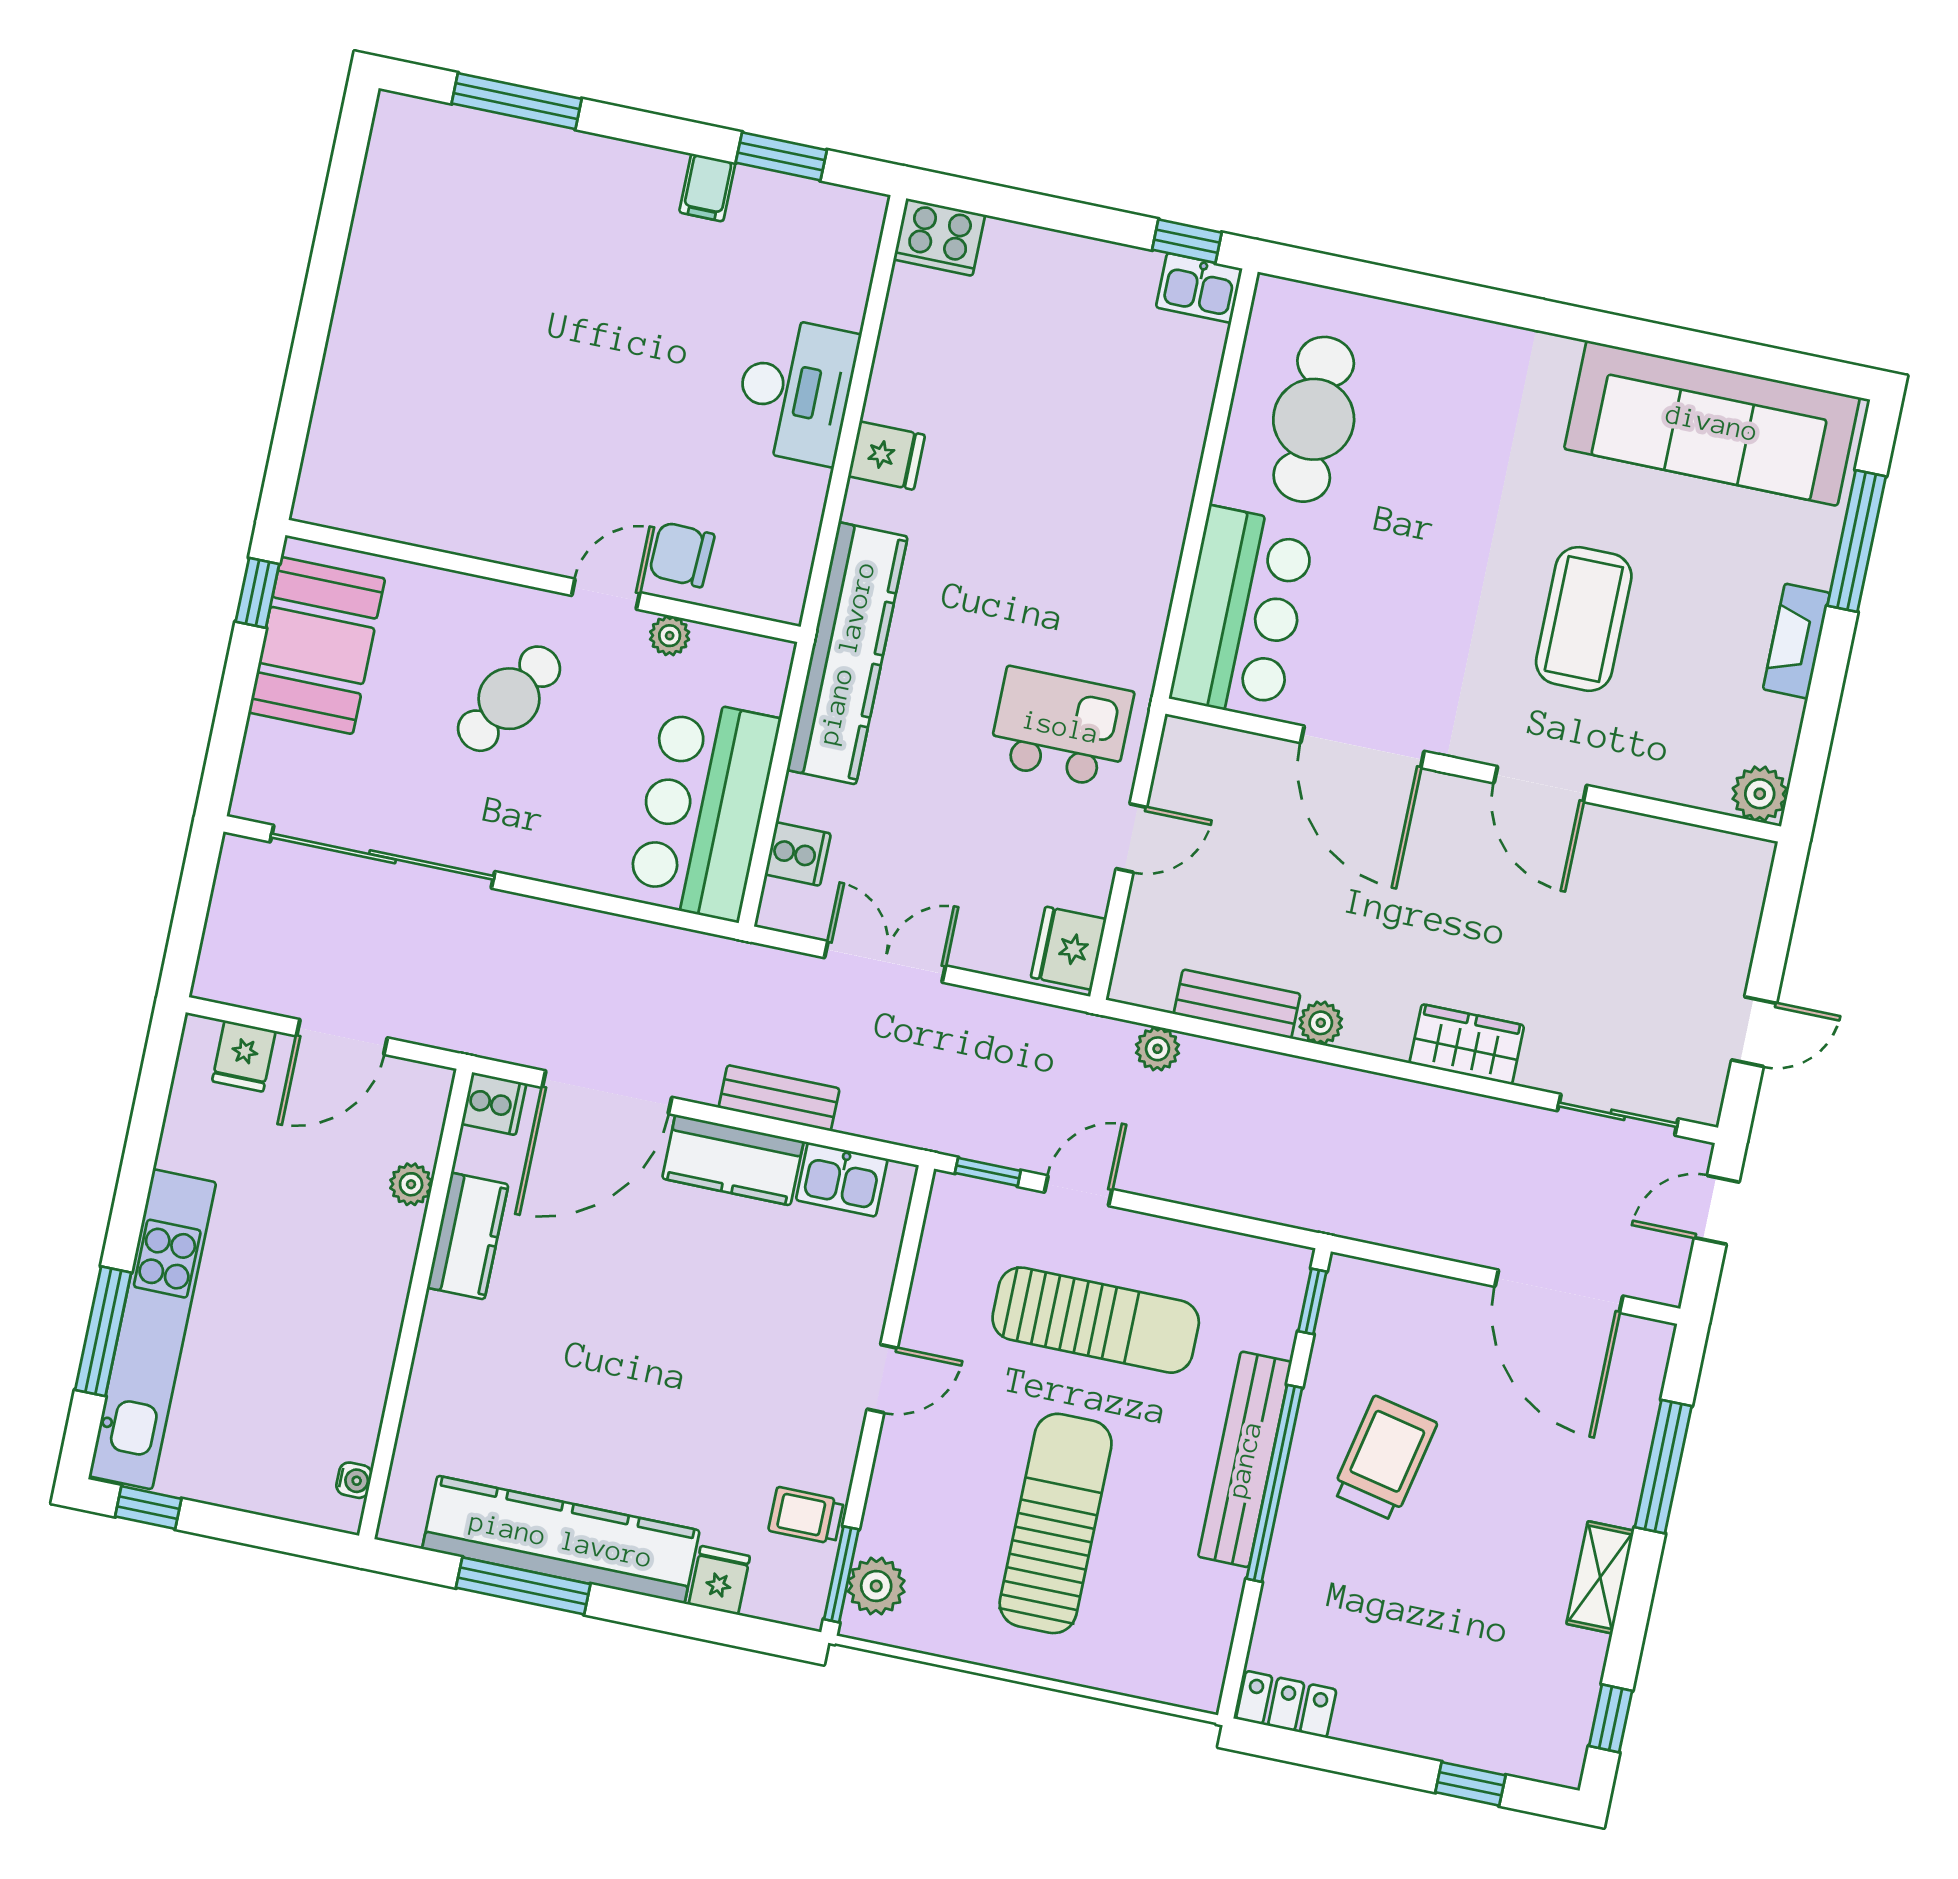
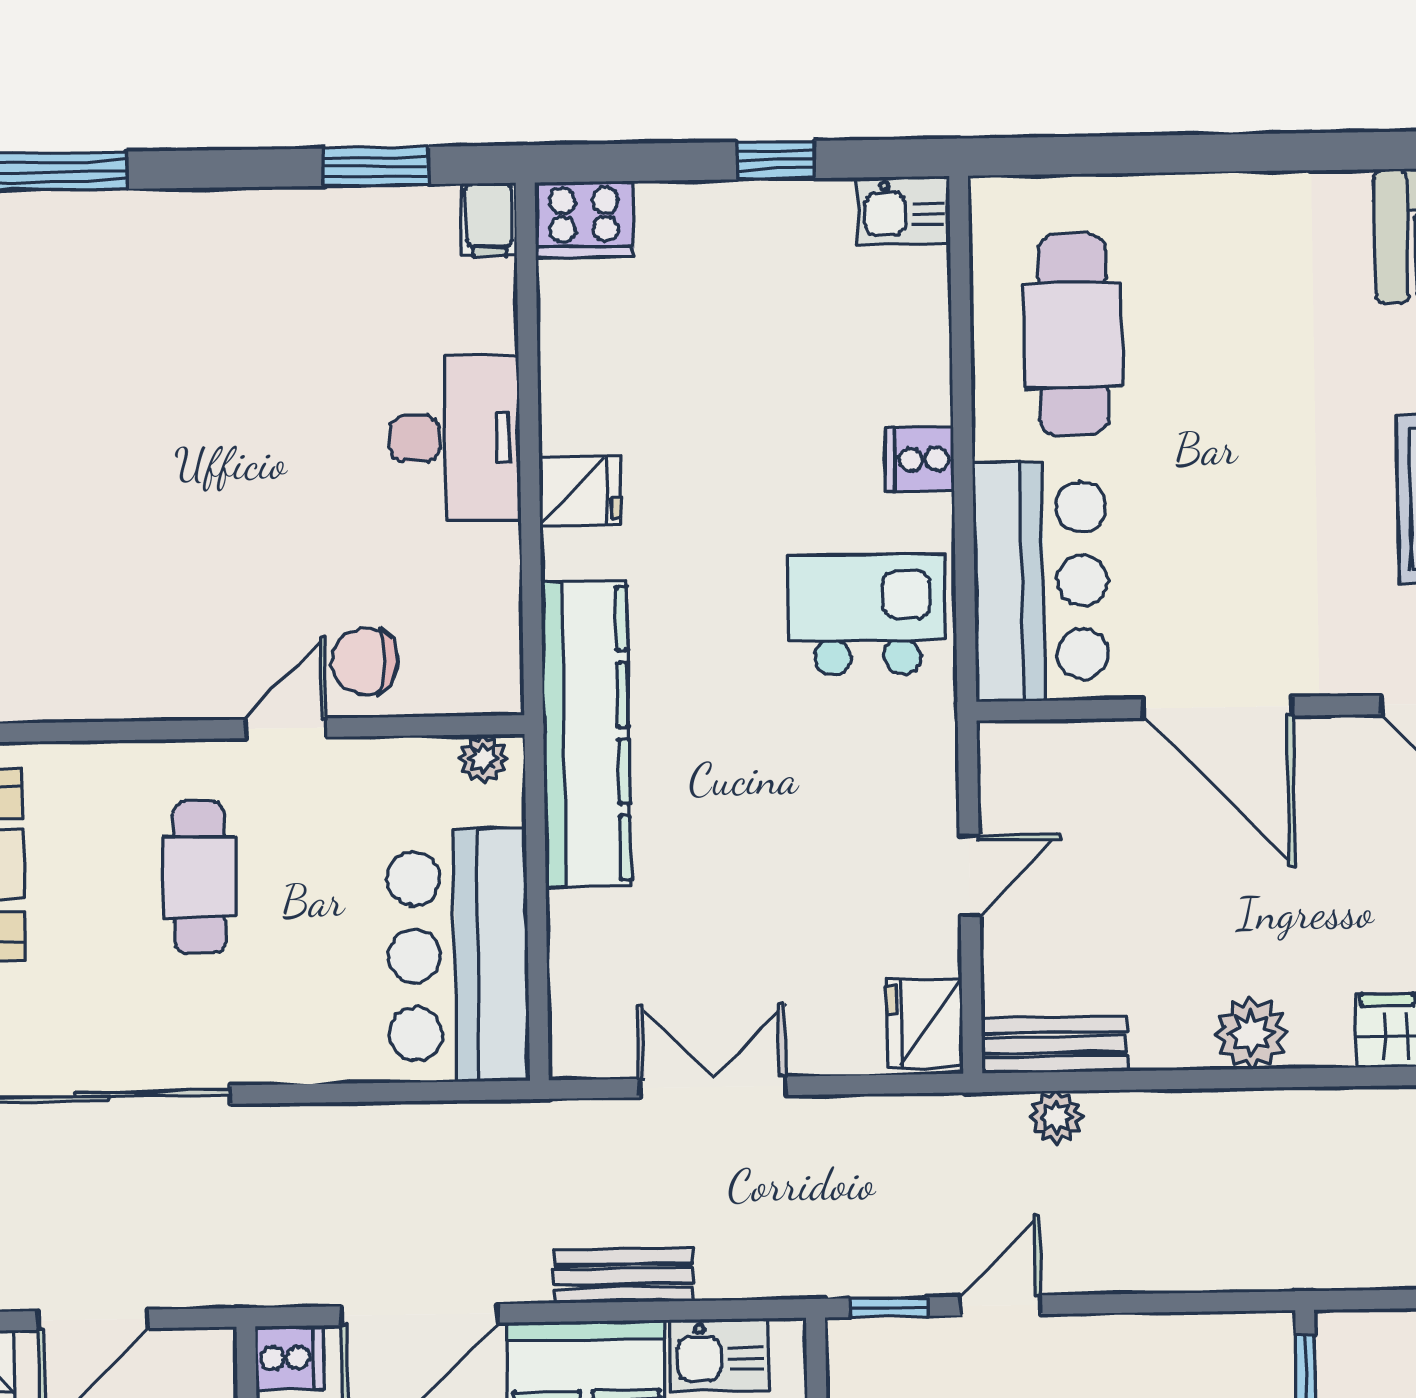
filing cabinet: (707, 187) -> (489, 220), moved
window: (1187, 241) -> (776, 160), moved
plant: (670, 636) -> (483, 758), moved
cafe table: (509, 699) -> (200, 877), turned -32
kitchen island: (1061, 727) -> (867, 614), moved
cooker: (798, 854) -> (920, 459), moved, turned 180
bench: (1237, 1004) -> (1054, 1045), moved
plant: (1321, 1023) -> (1251, 1033), width x1.38, depth x1.38

